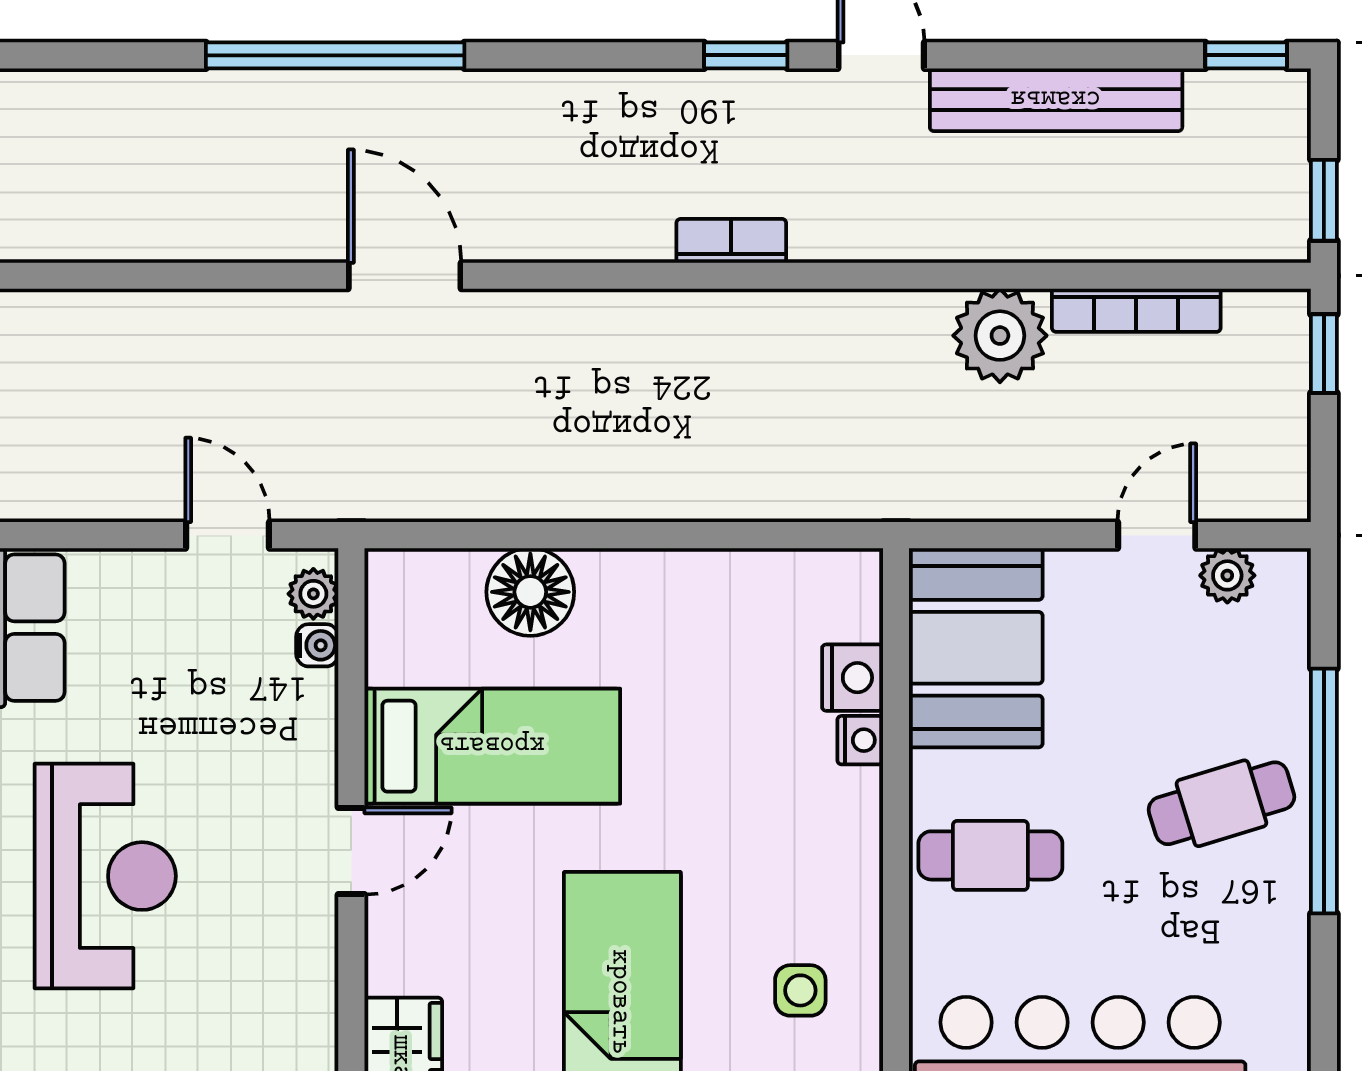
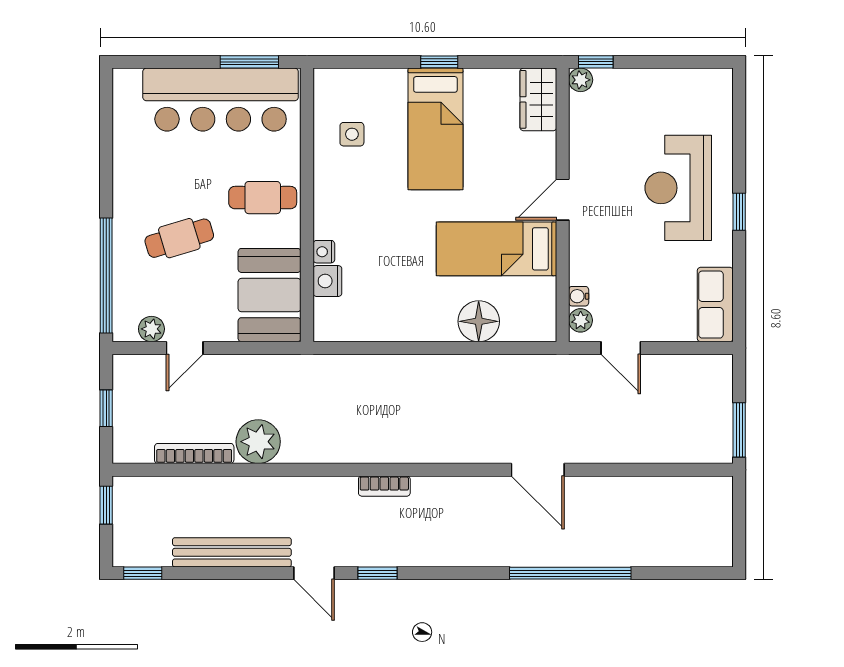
window: (1324, 354) -> (106, 408), moved
window: (1324, 791) -> (106, 275), moved
cafe table: (1221, 803) -> (179, 238), moved

